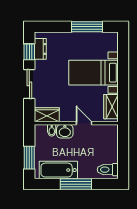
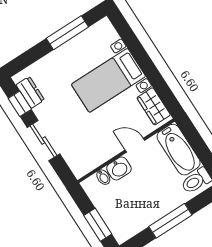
wardrobe: (47, 115) -> (86, 163), removed
bathtub: (58, 170) -> (179, 150), moved, turned -90

